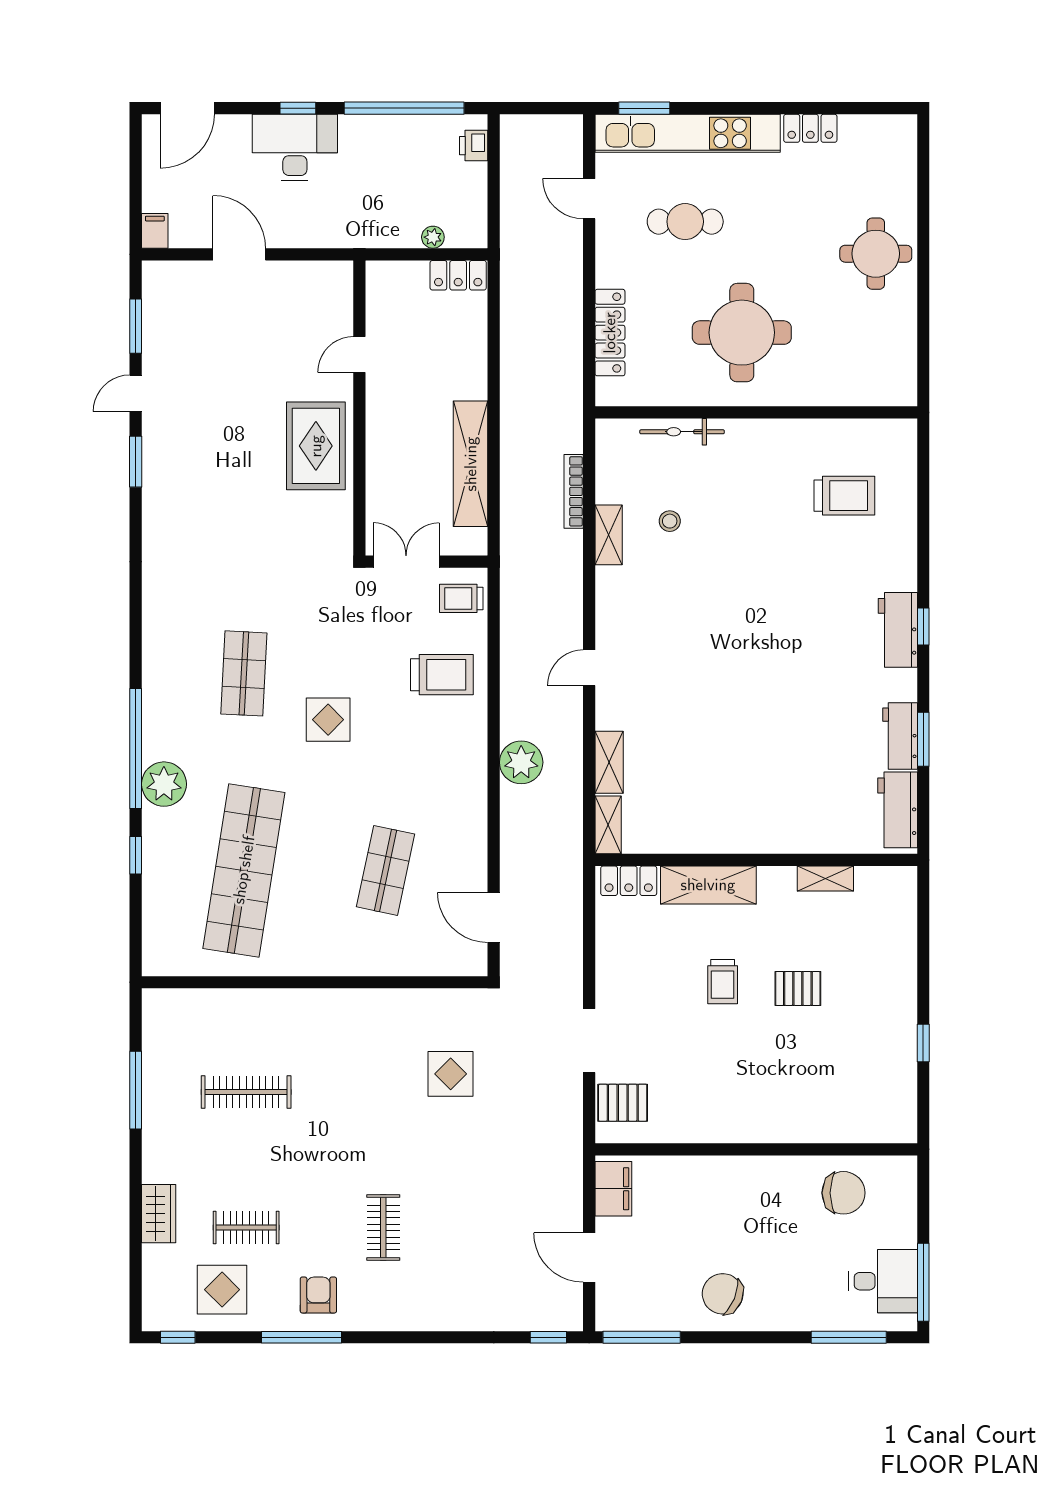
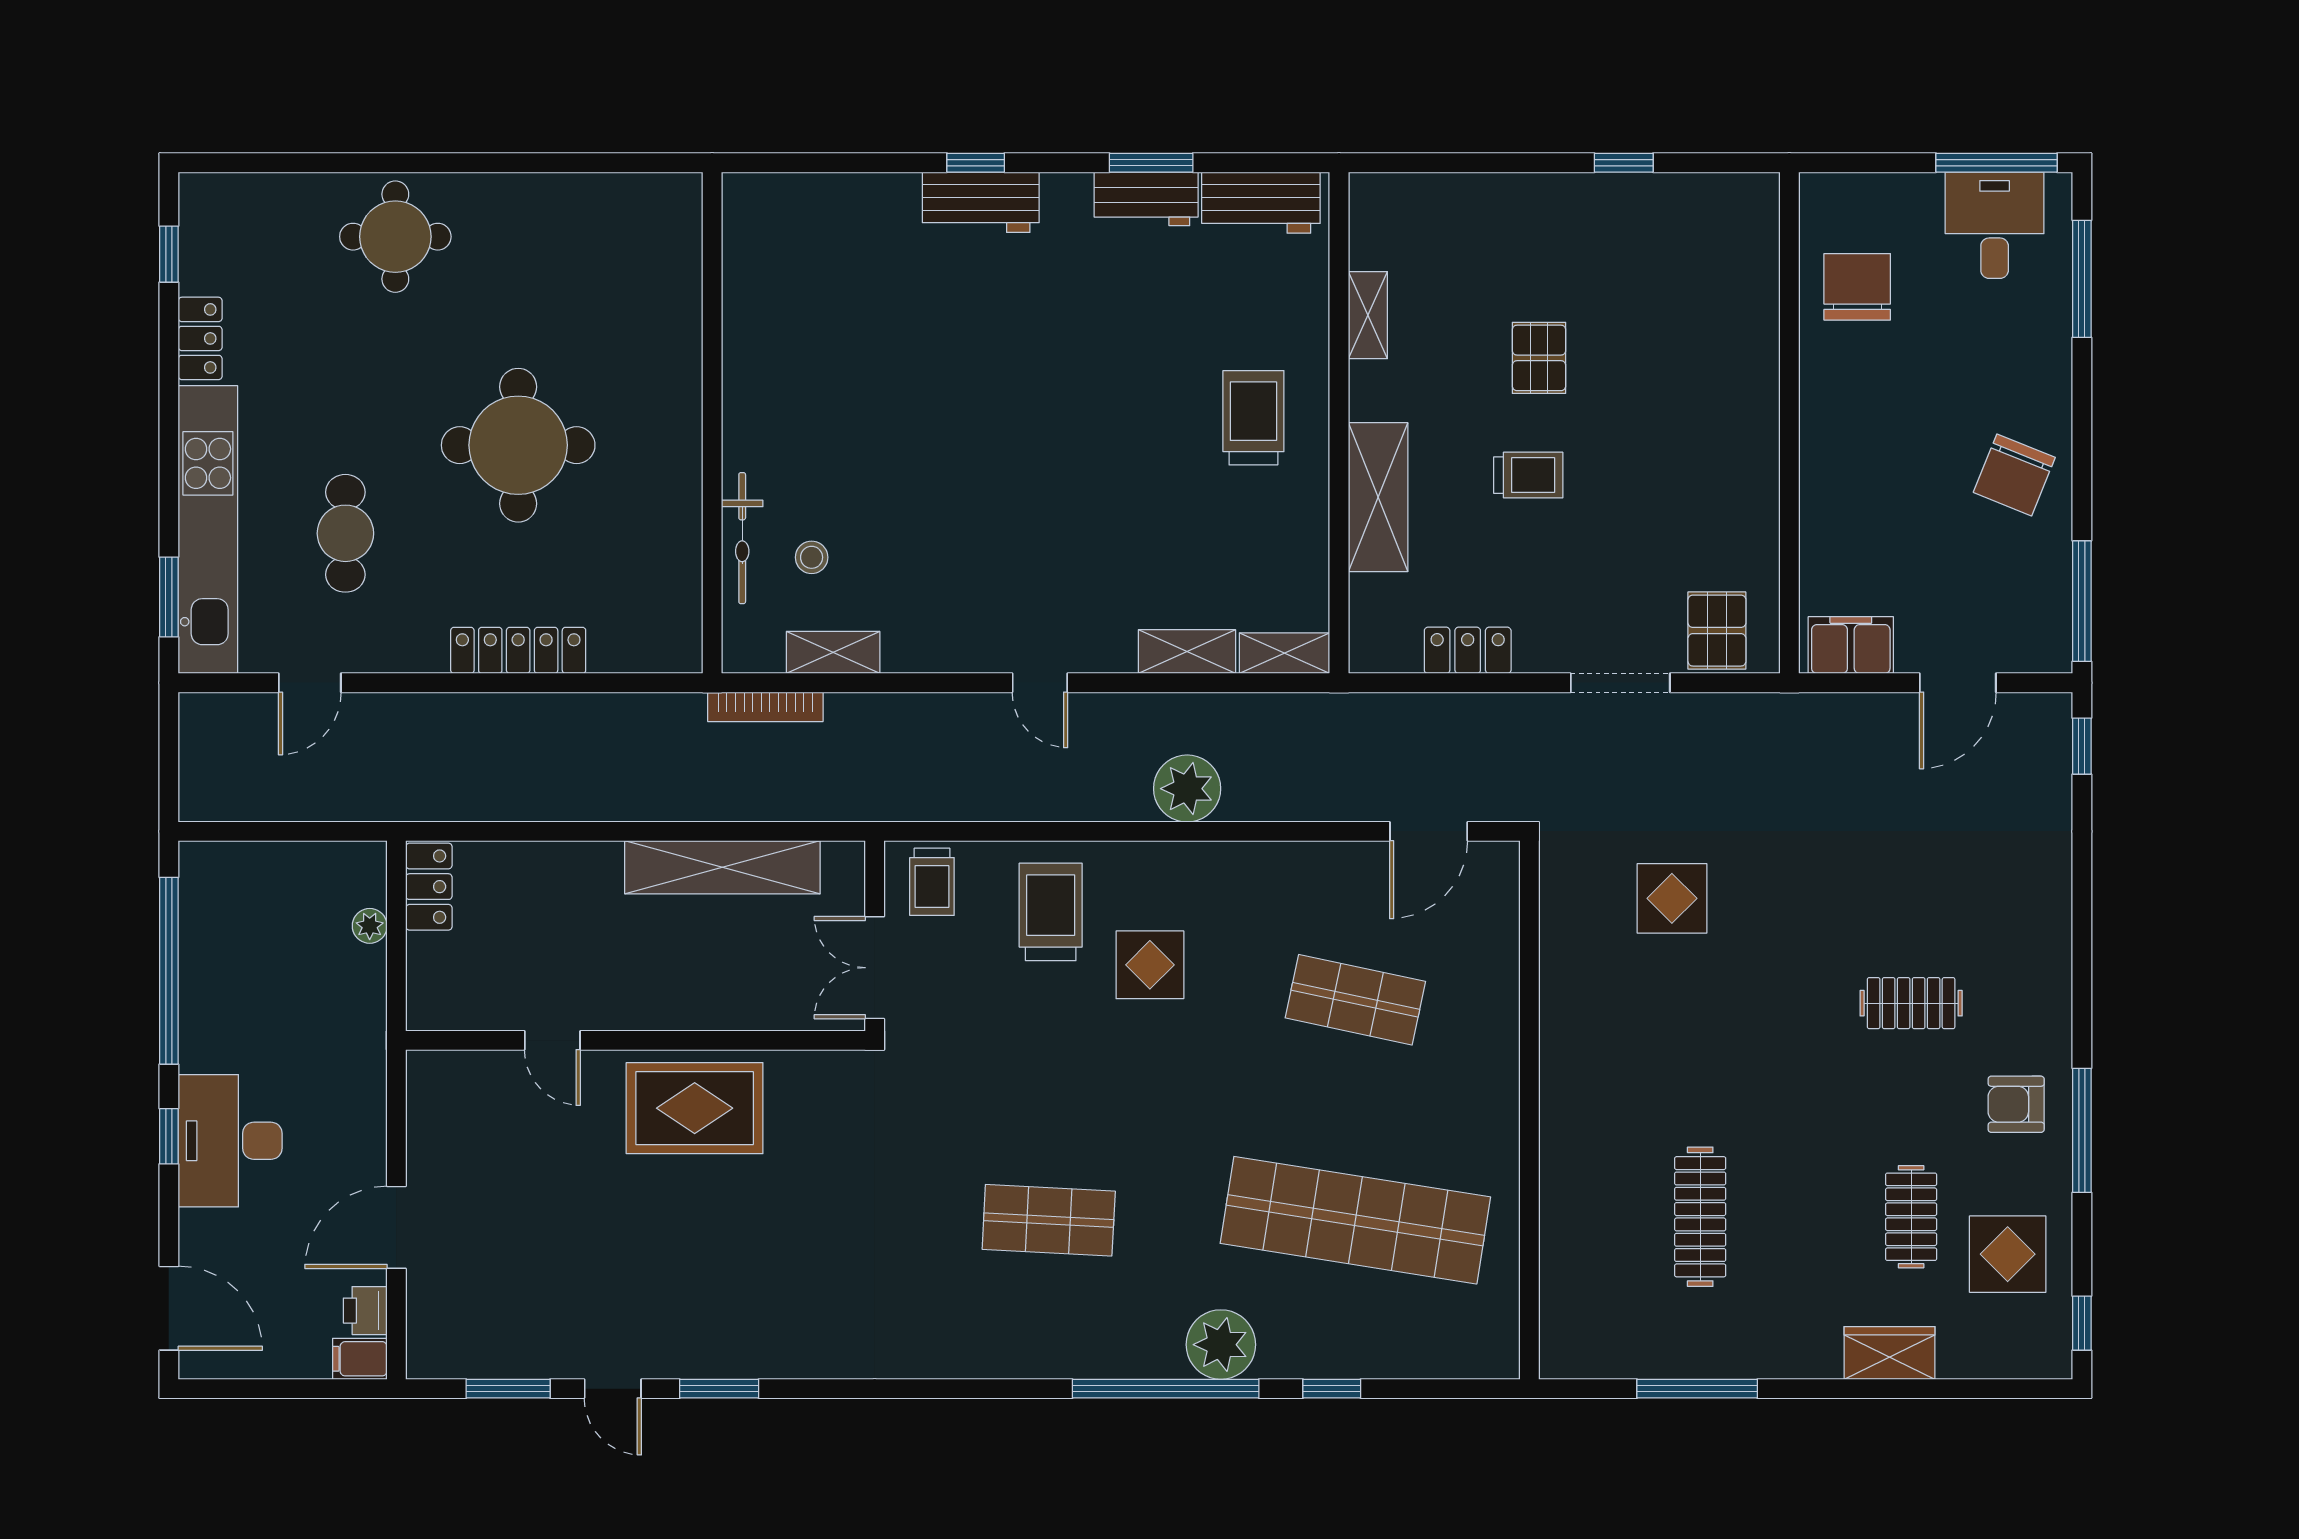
window: (865, 108) -> (169, 254), added
printer: (474, 146) -> (365, 1311), moved, turned 90
wall: (756, 412) -> (712, 423), moved
bicycle: (682, 432) -> (742, 538), moved
trolley: (844, 496) -> (1253, 418), moved
display table: (328, 720) -> (1150, 965), moved
locker: (629, 881) -> (1468, 650), moved, turned -90

